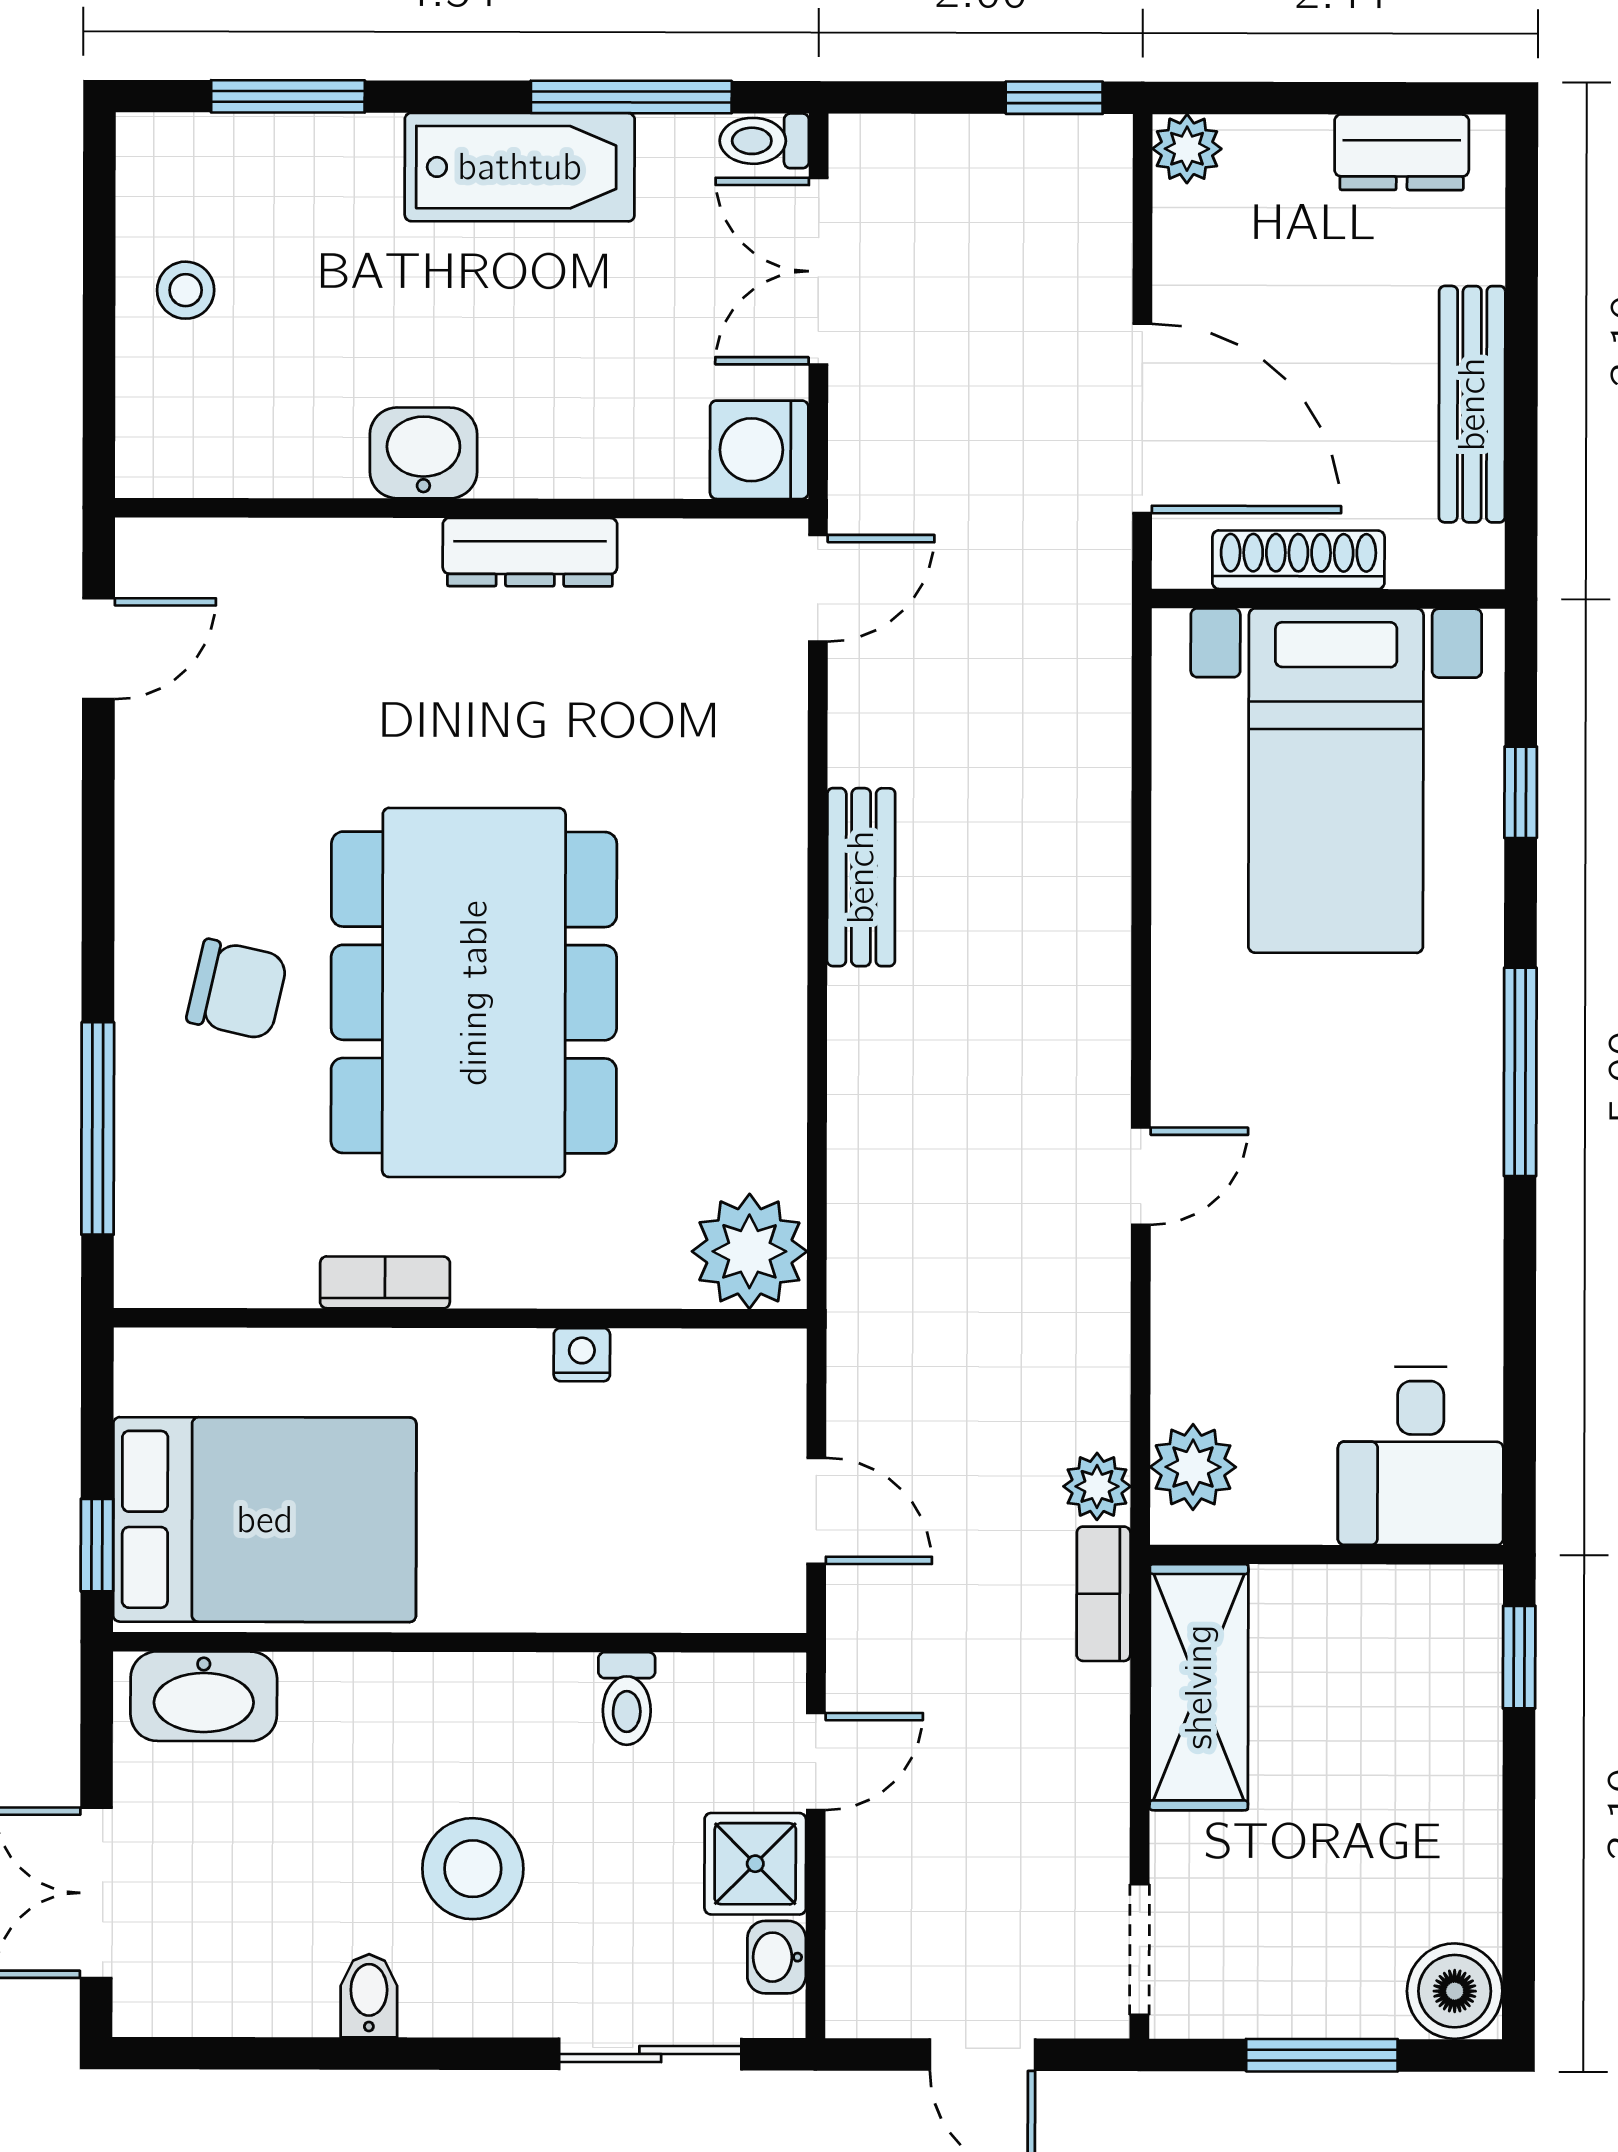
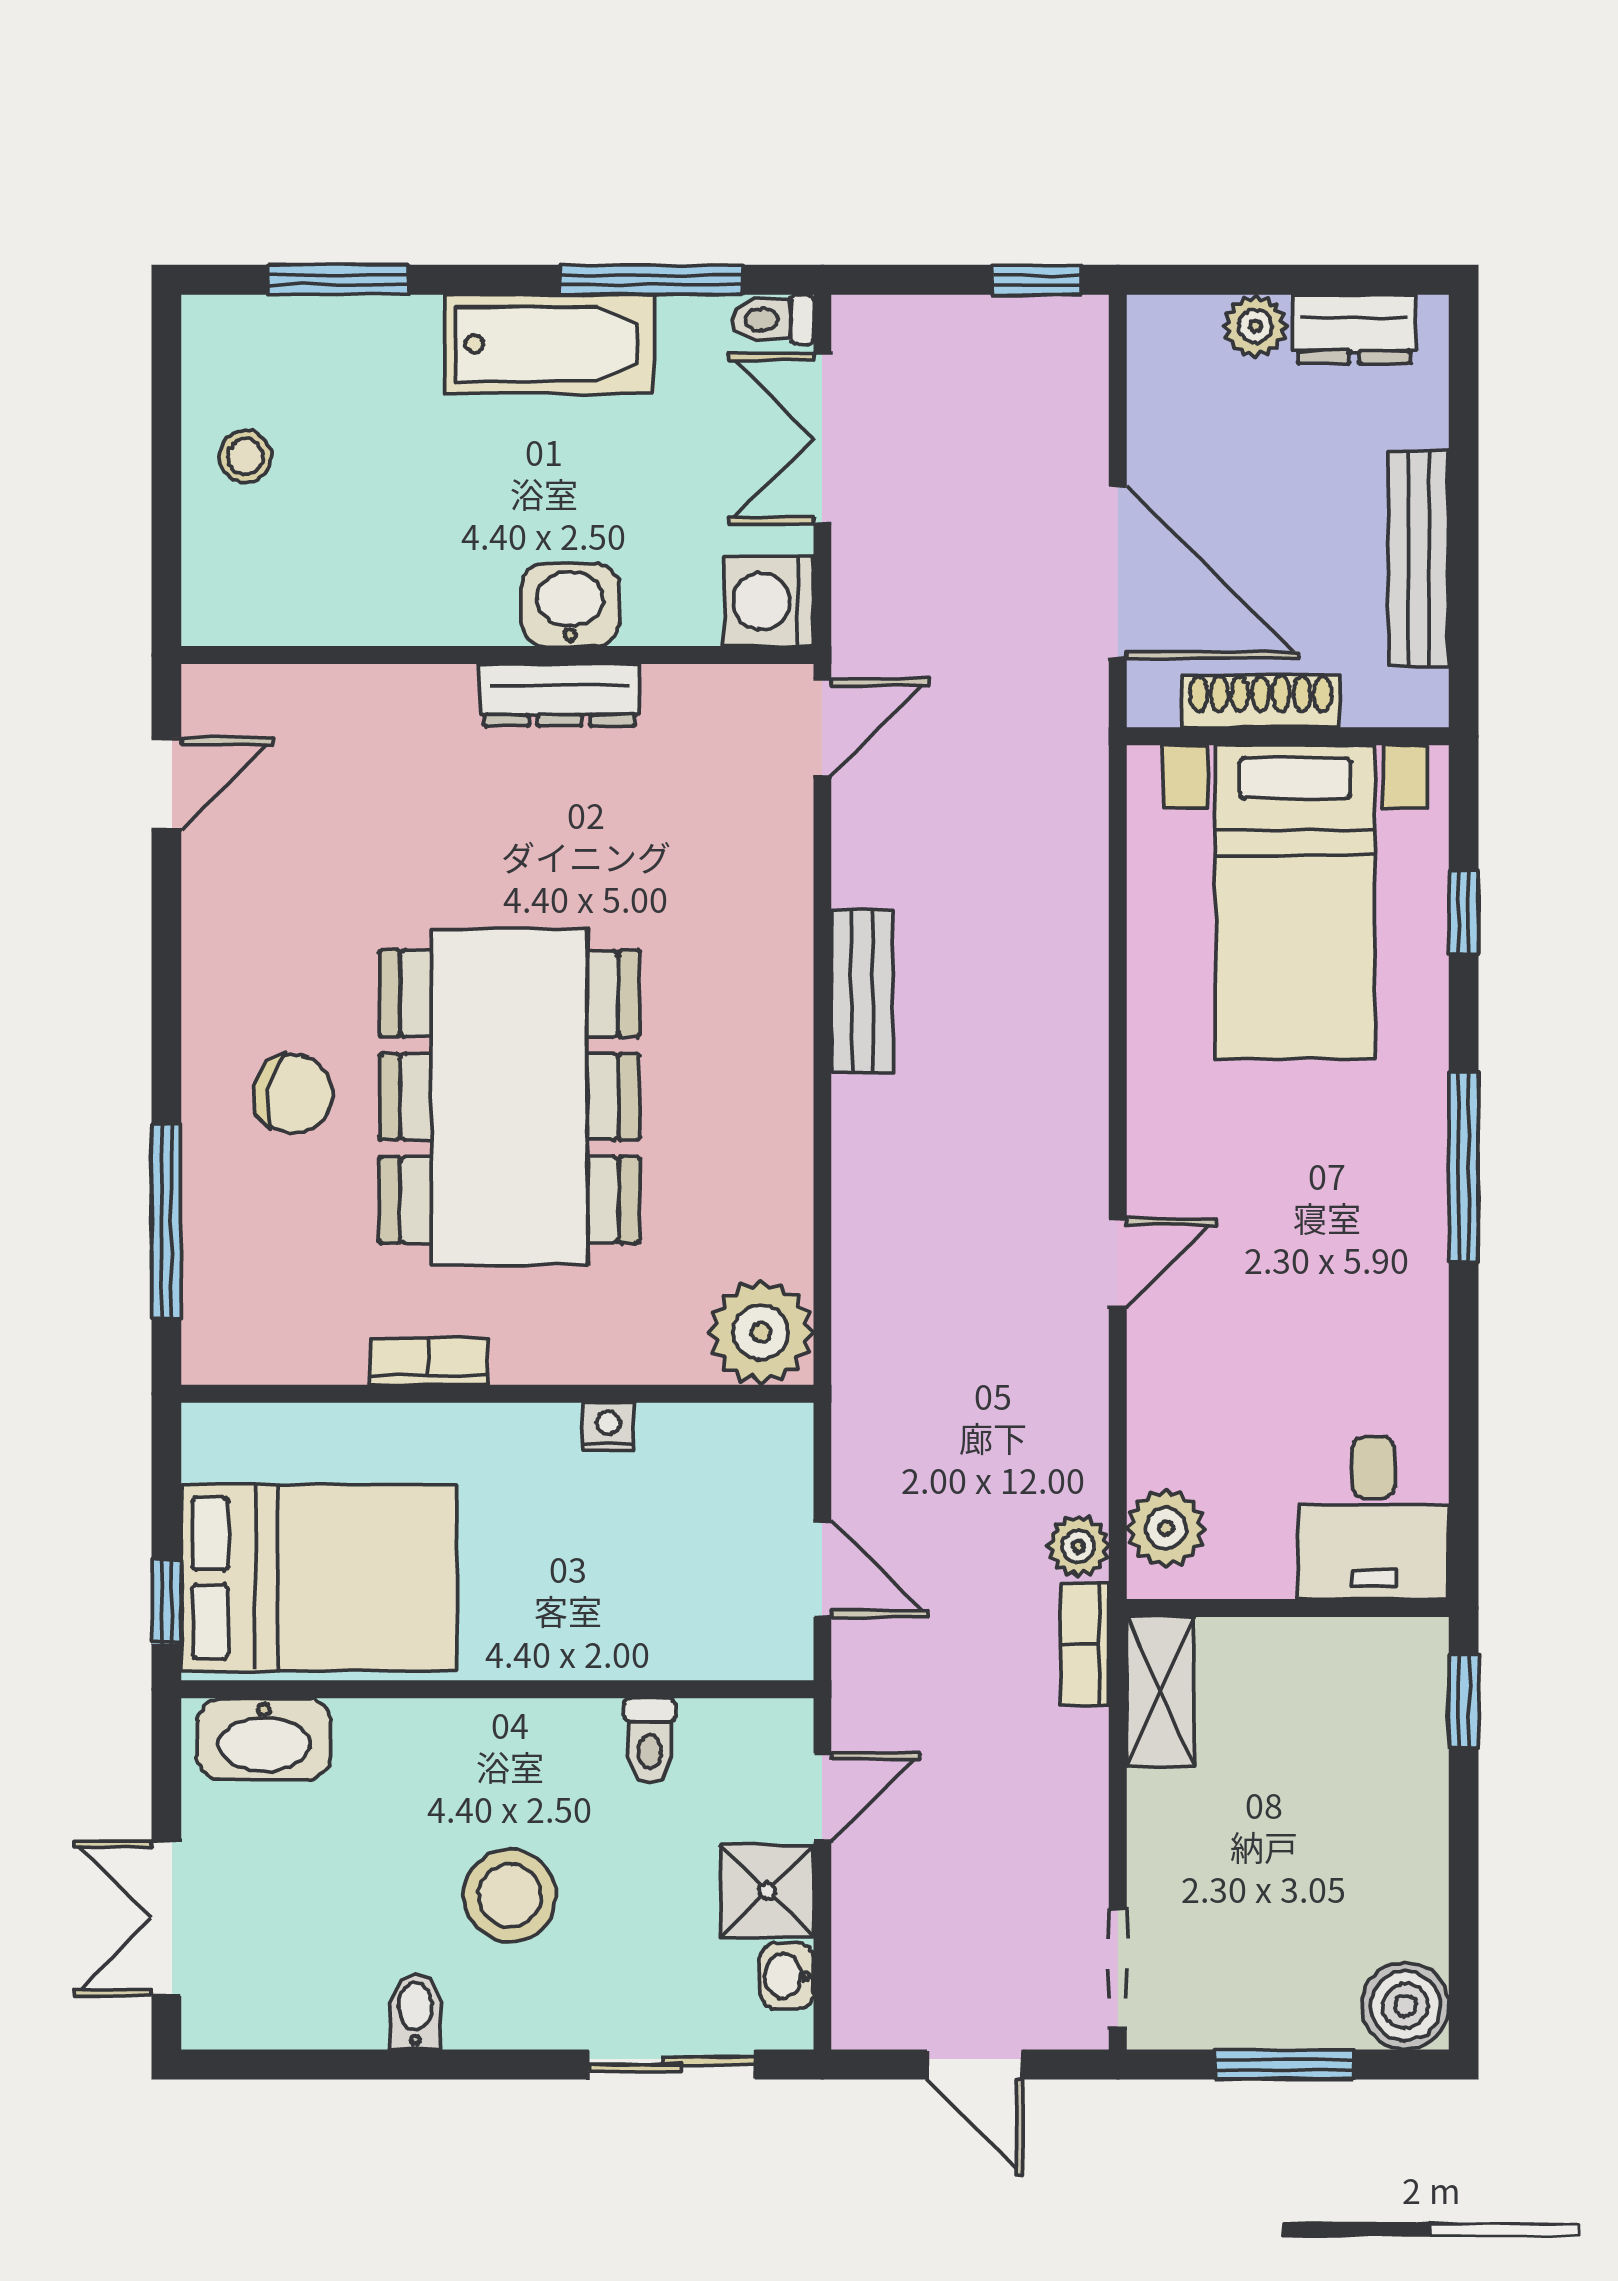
plant: (1187, 149) -> (1255, 326), moved
washbasin: (423, 453) -> (570, 605), moved
shelving: (1199, 1687) -> (1160, 1692), width x0.67, depth x0.75

